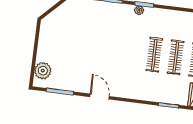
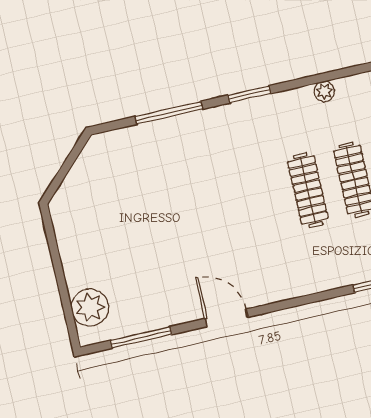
plant: (139, 10) -> (324, 91), moved

